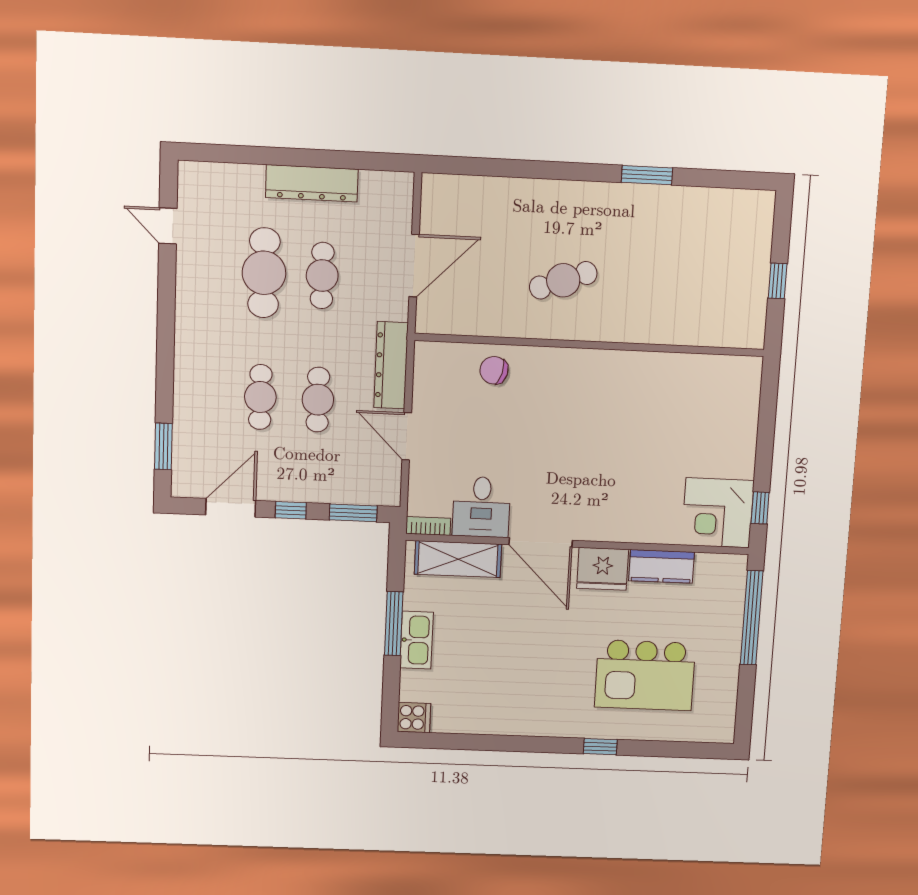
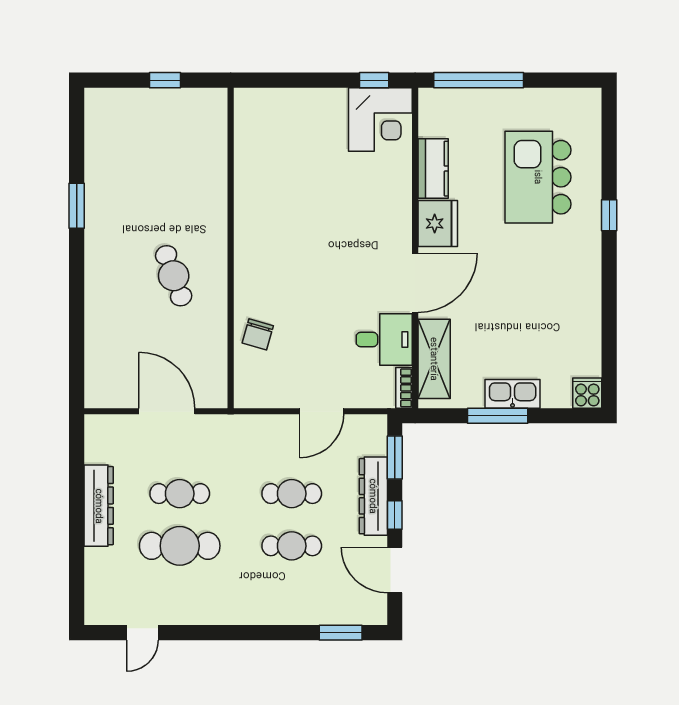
dresser: (391, 365) -> (373, 496), moved, turned 90
kitchen island: (645, 675) -> (538, 177), turned 180

